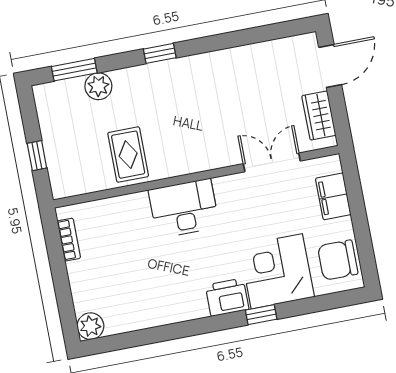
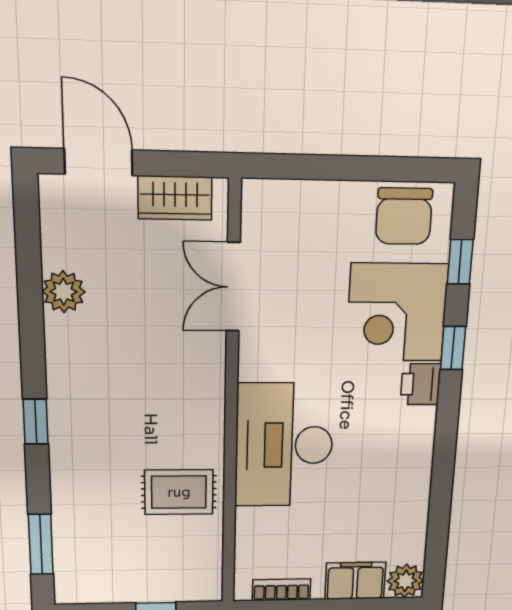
plant: (98, 86) -> (64, 292), moved
filing cabinet: (333, 196) -> (355, 581), moved, turned 180
desk: (184, 208) -> (284, 445), width x1.36, depth x1.30
printer: (227, 297) -> (421, 384), width x0.73, depth x0.81
window: (317, 304) -> (460, 262), added

